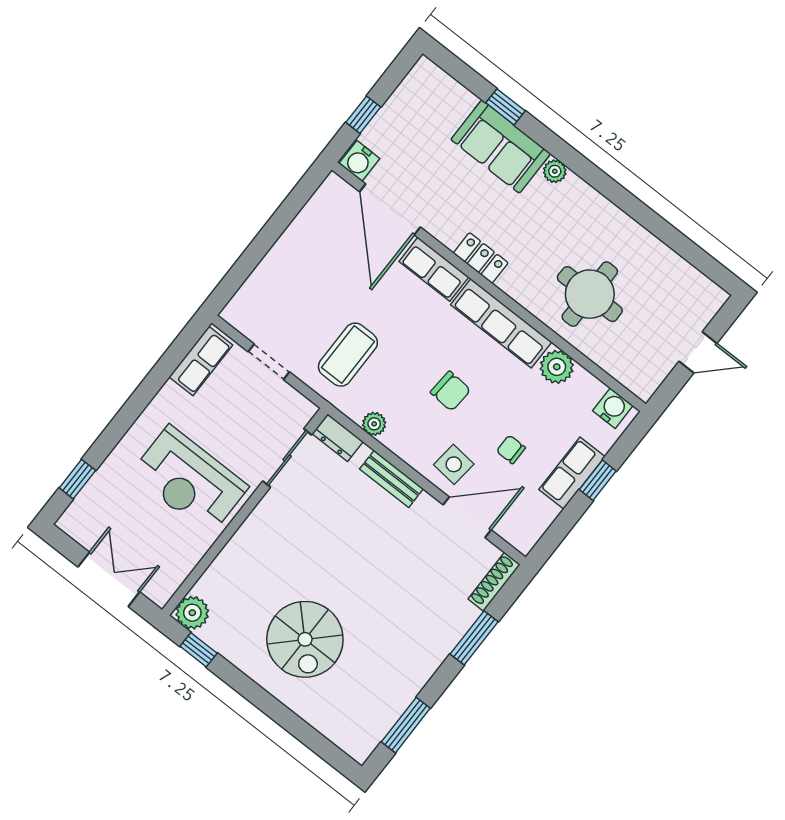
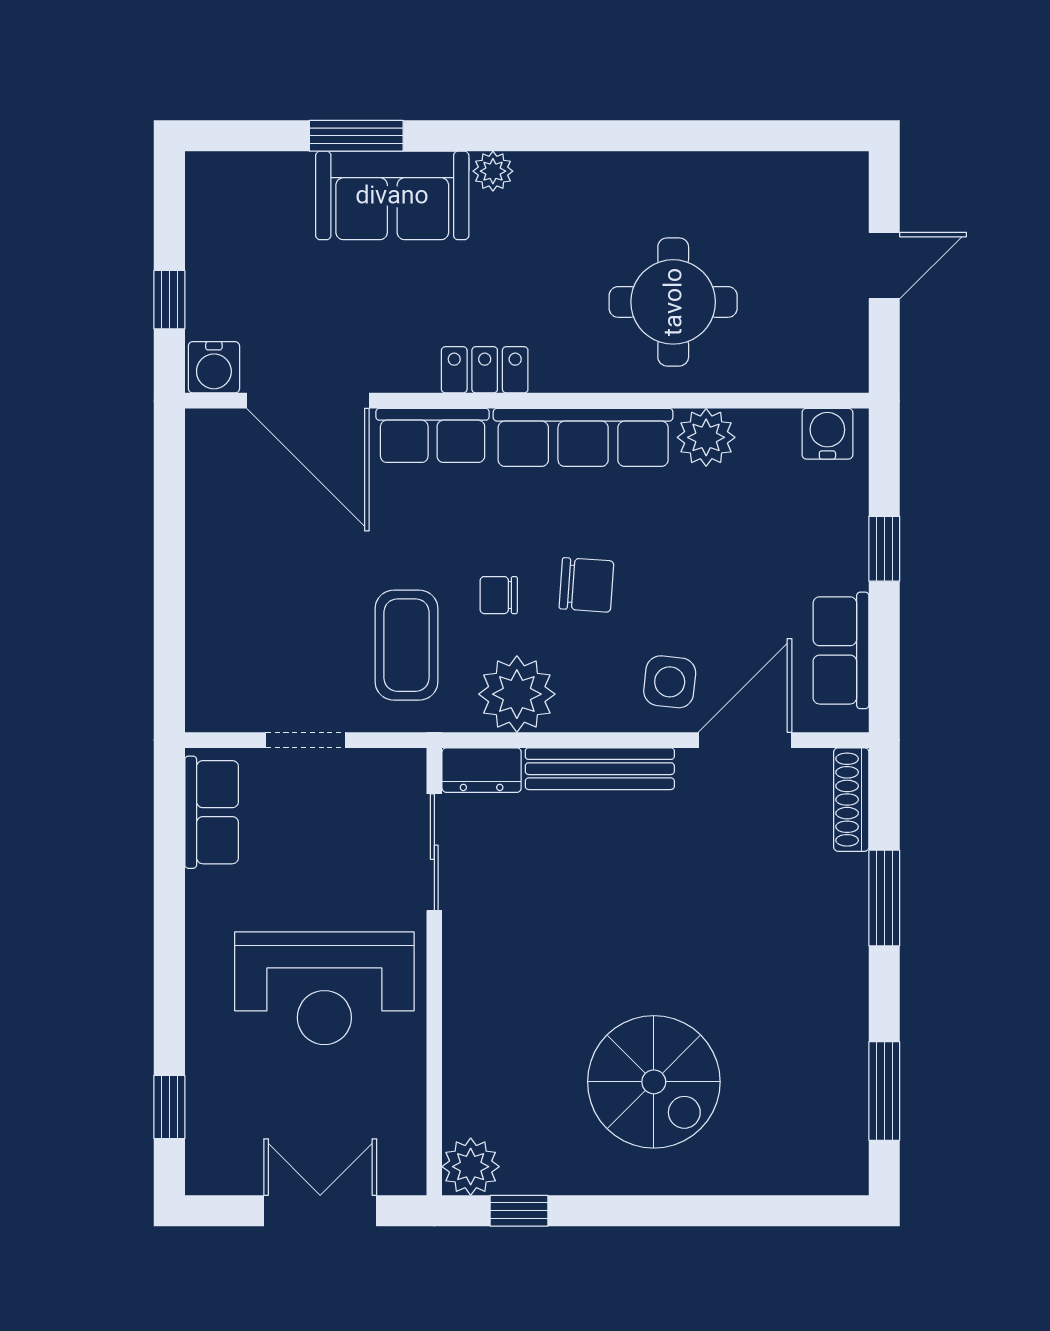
window: (506, 107) -> (356, 136), width x1.50
plant: (374, 424) -> (517, 694), width x1.88, depth x1.88
chair: (511, 449) -> (499, 595), moved
row of seats: (572, 473) -> (841, 650), moved
bench: (391, 479) -> (600, 769), width x1.36

